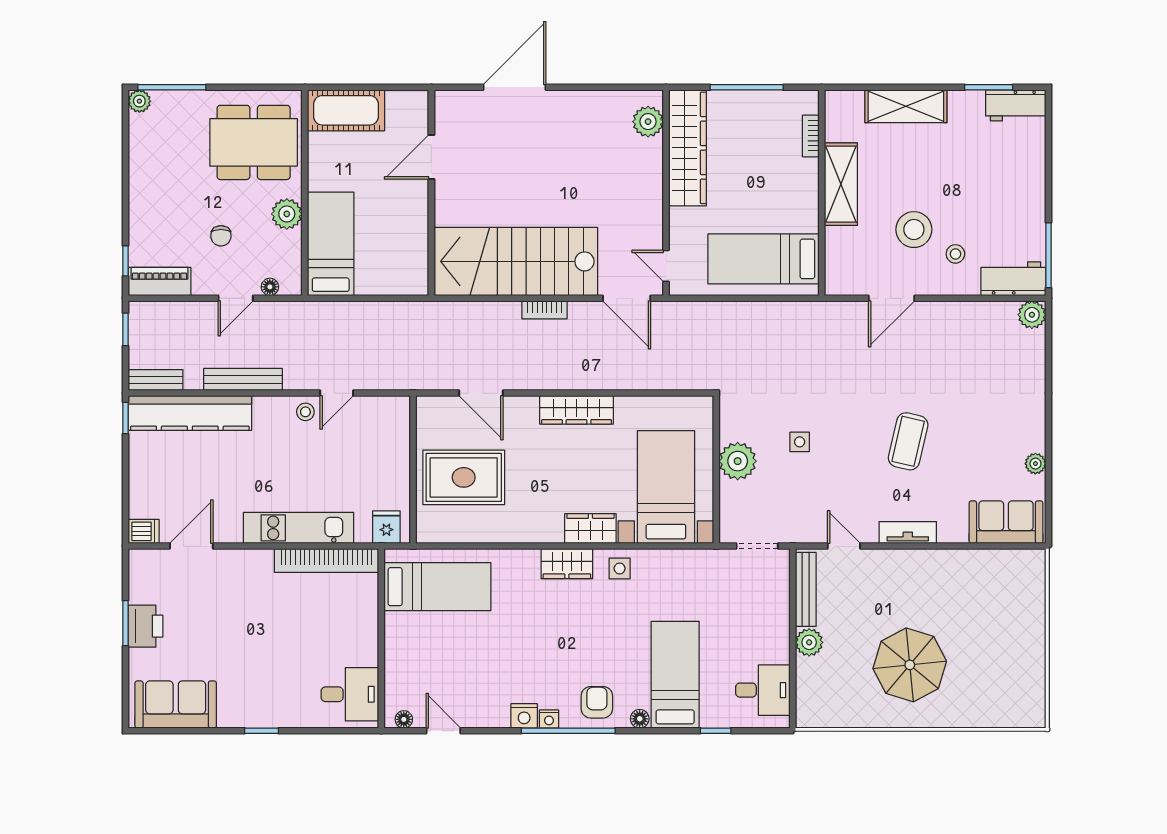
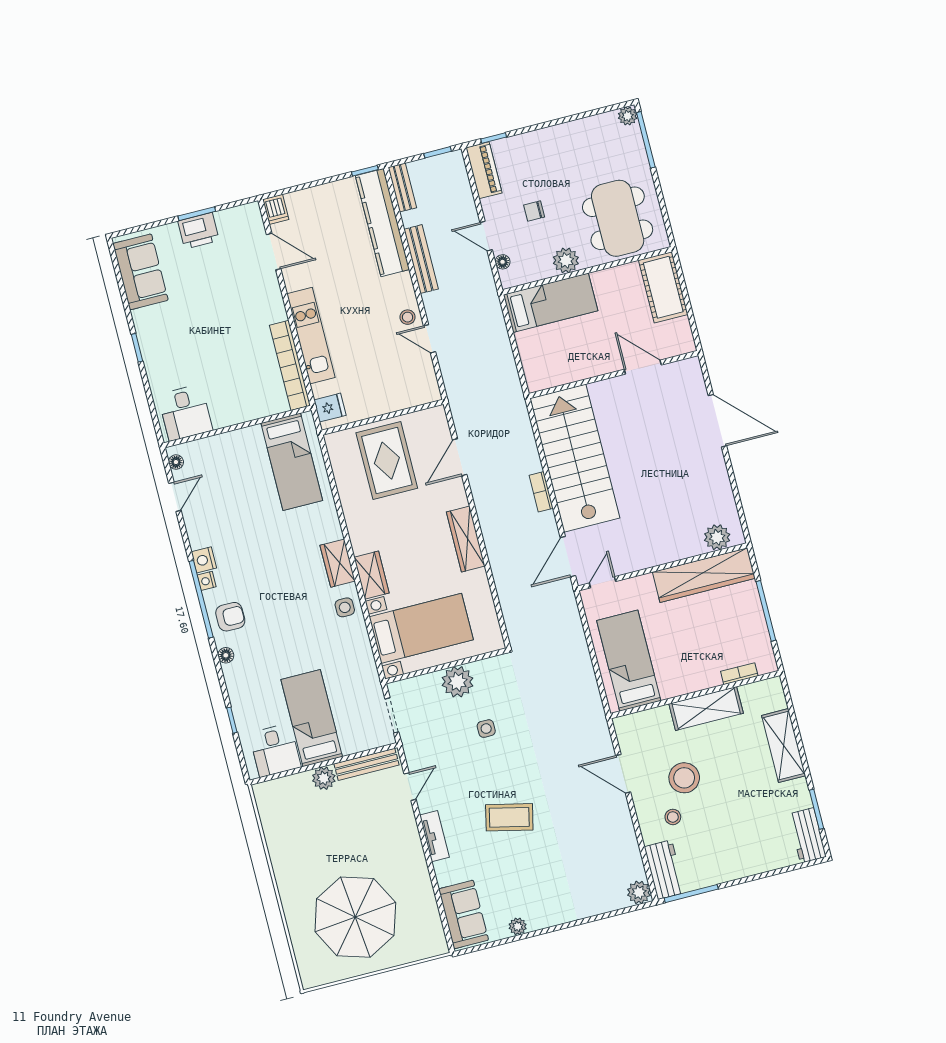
parasol: (910, 665) -> (355, 917), moved, width x1.36, depth x1.36
bed: (675, 675) -> (312, 718), moved, turned -90

